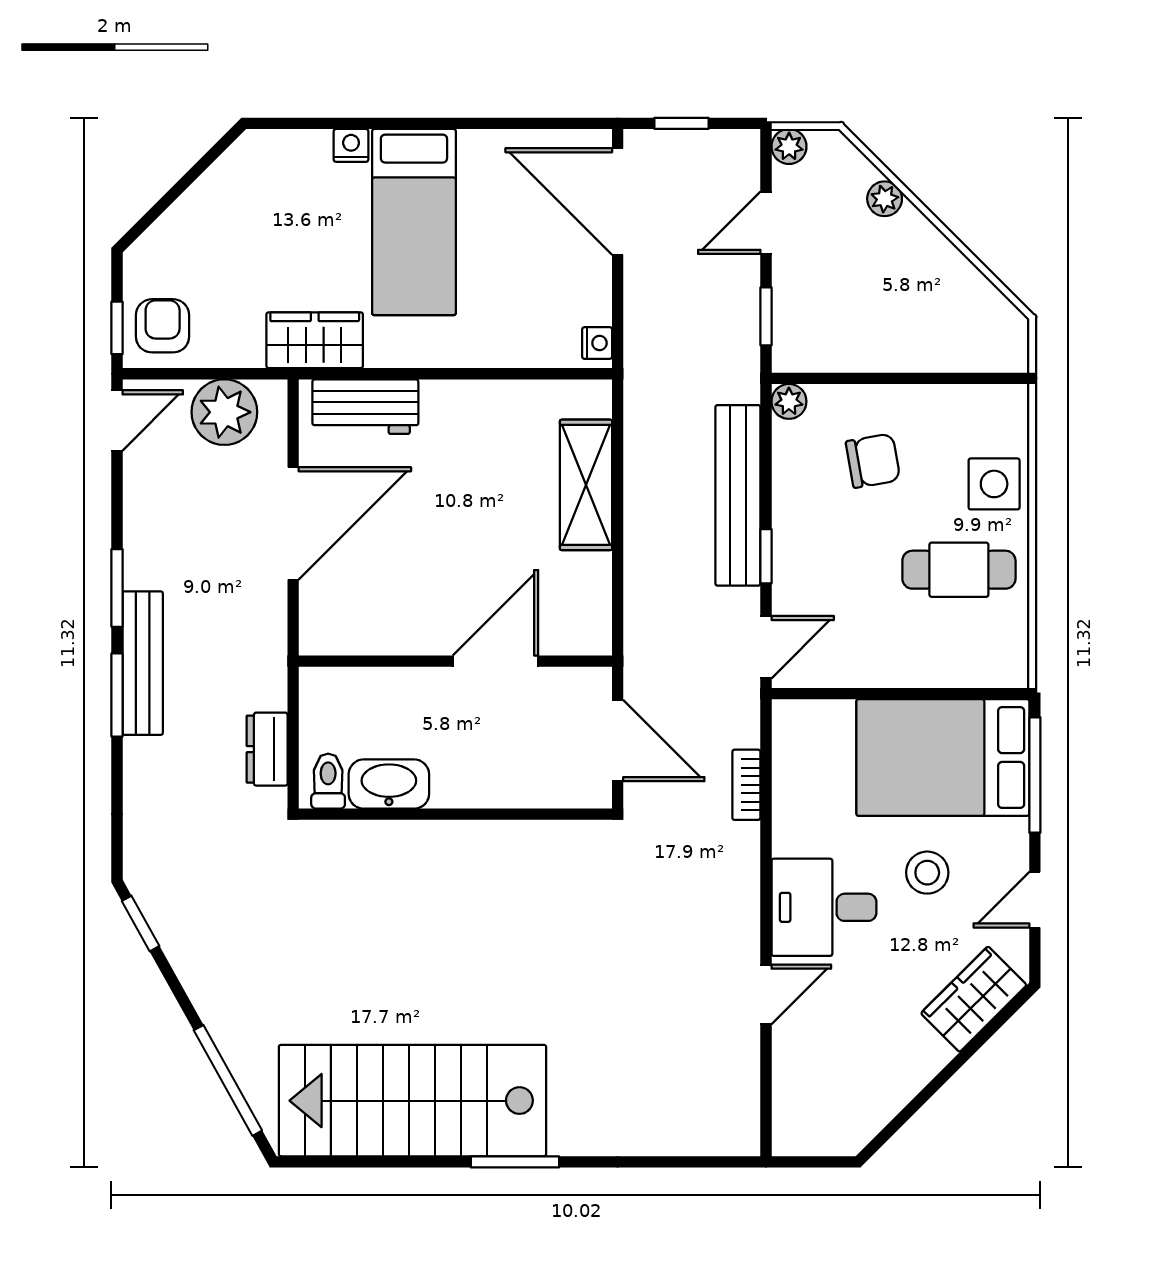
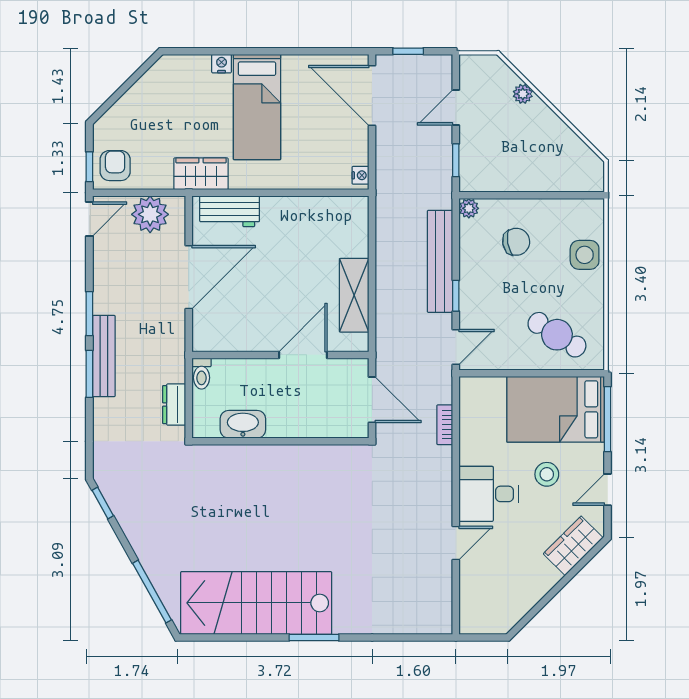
plant: (789, 146) -> (469, 64), removed
shelving: (586, 485) -> (354, 295), moved
cafe table: (959, 570) -> (557, 335), moved, turned 32
toilet: (328, 781) -> (202, 374), moved, turned 180

